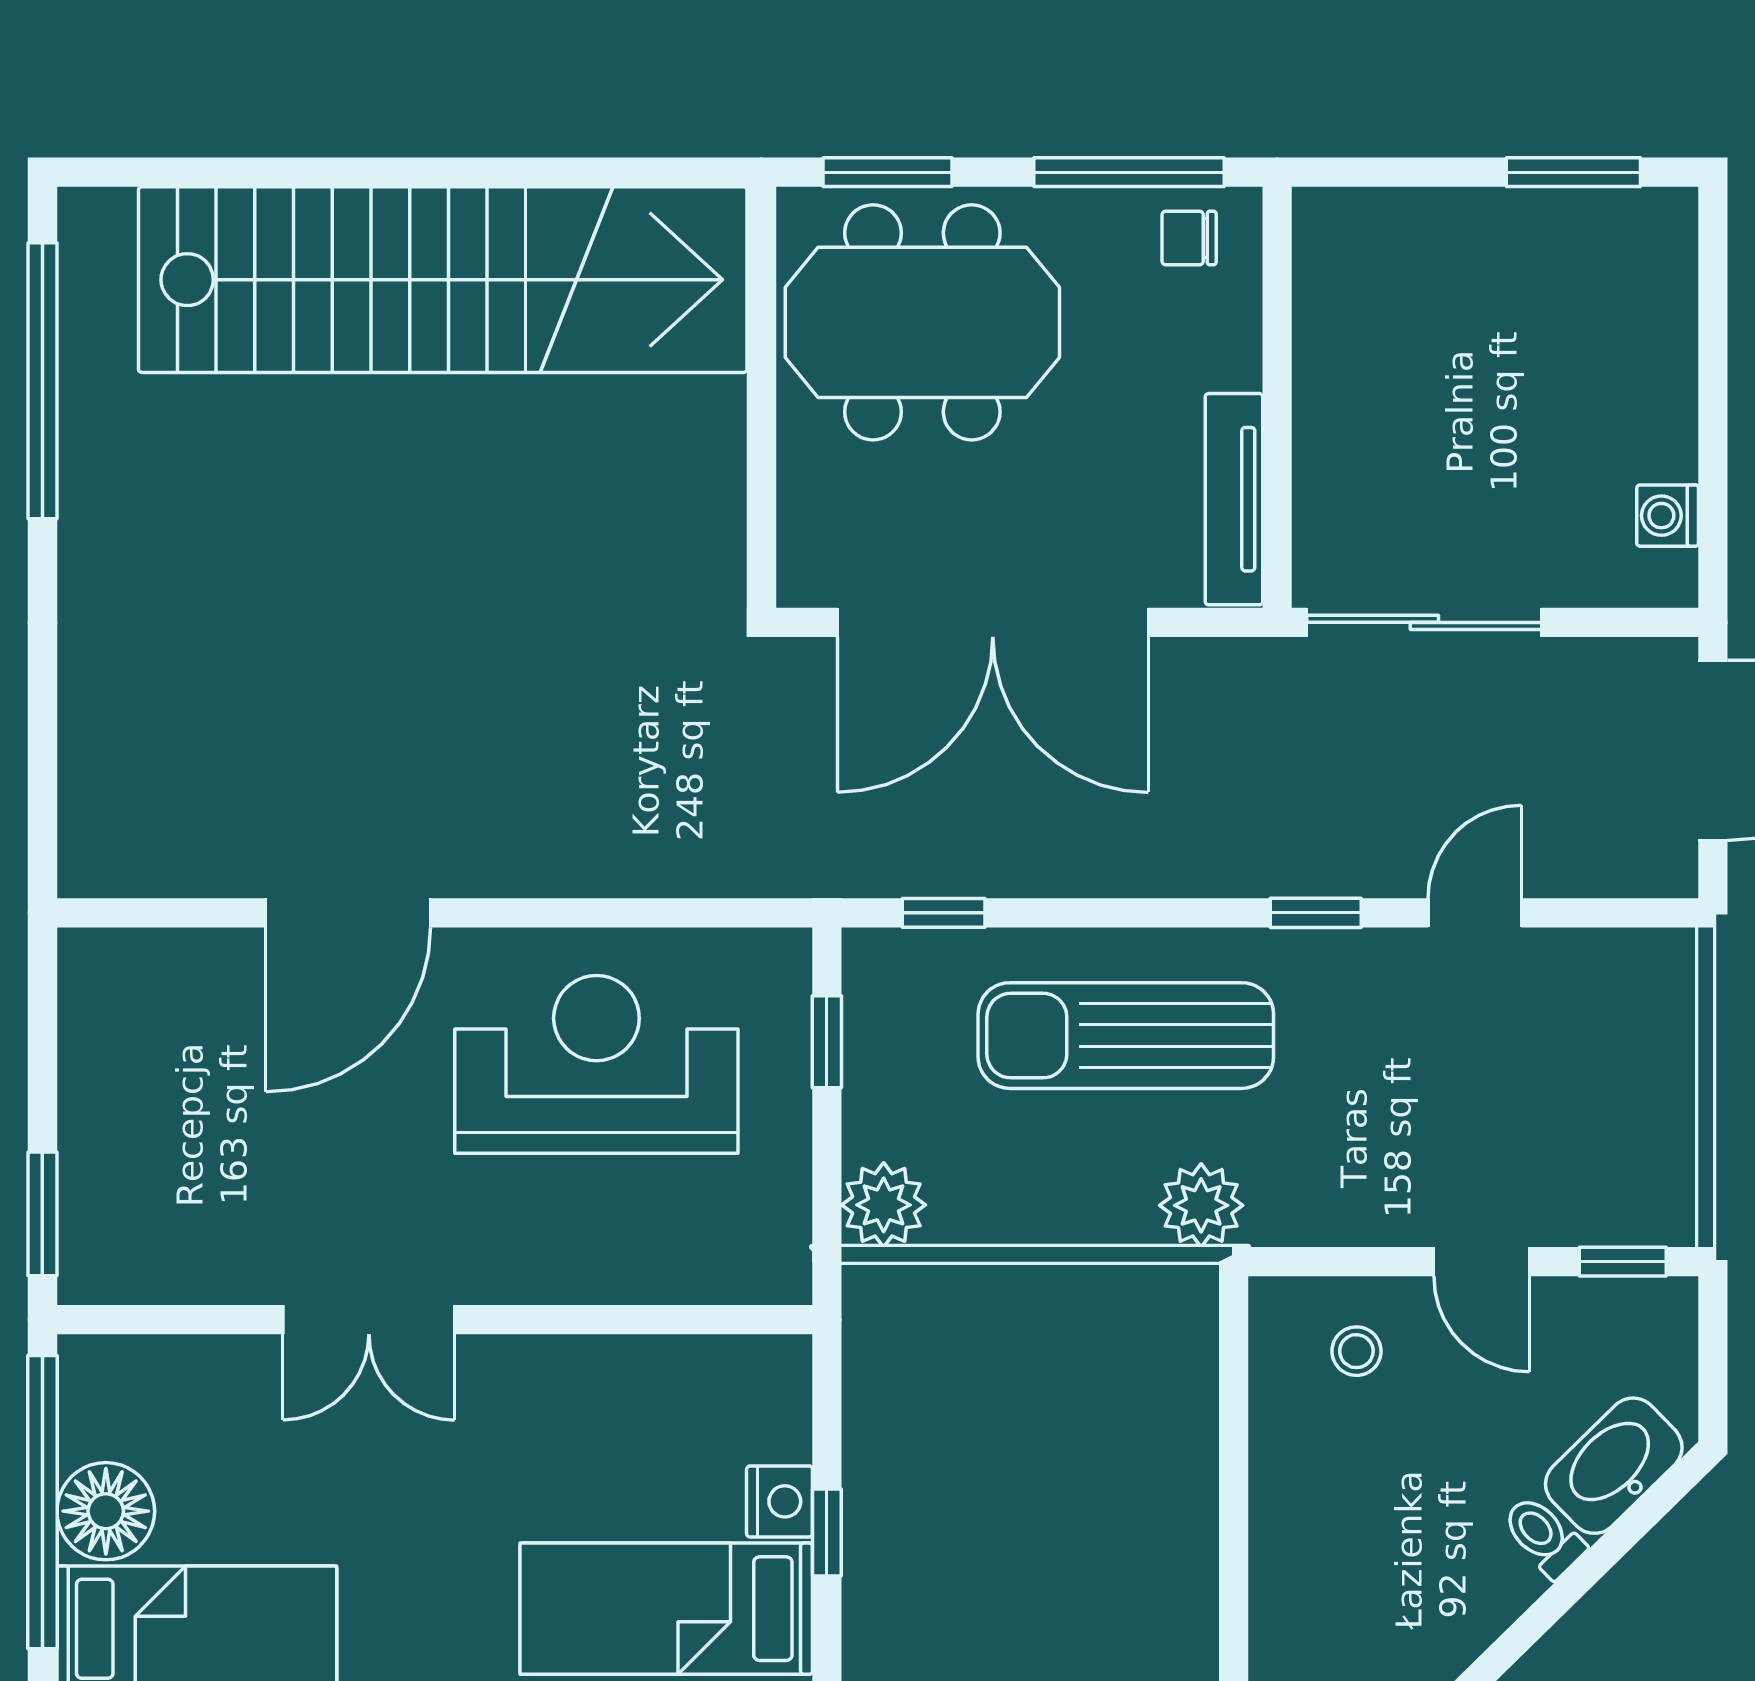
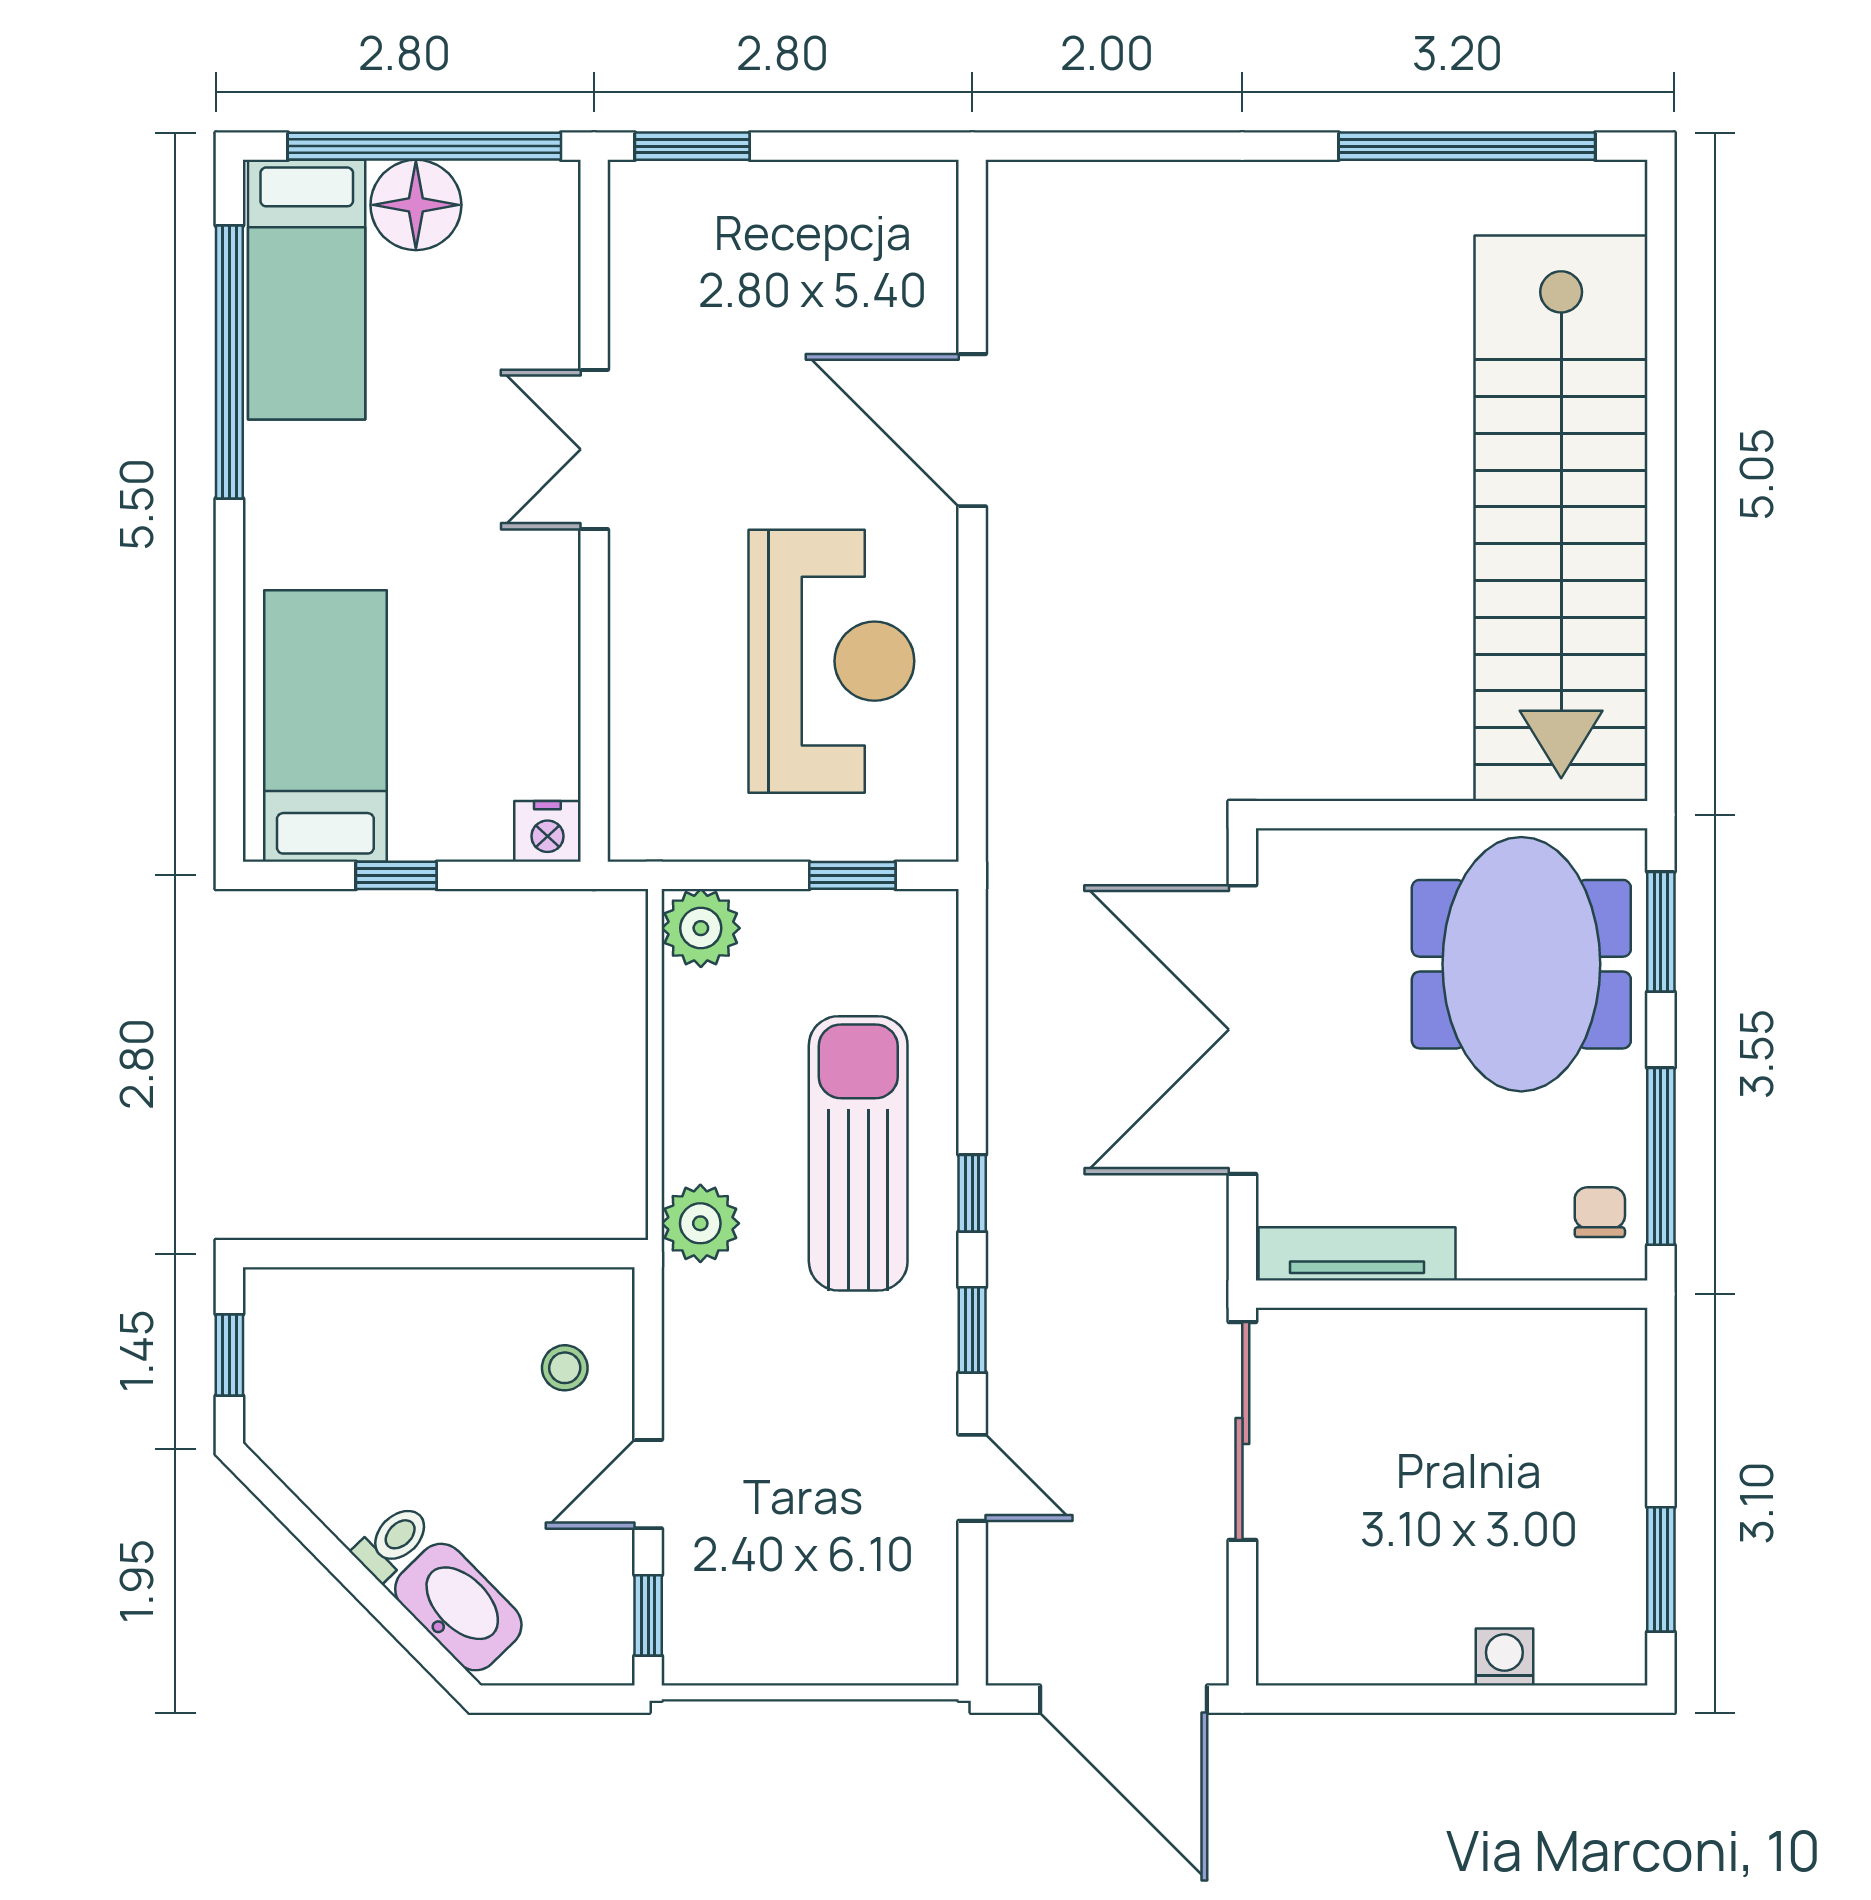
washing machine: (1668, 516) -> (1504, 1657), moved
window: (944, 913) -> (972, 1193), moved
nightstand: (780, 1501) -> (547, 831), moved

